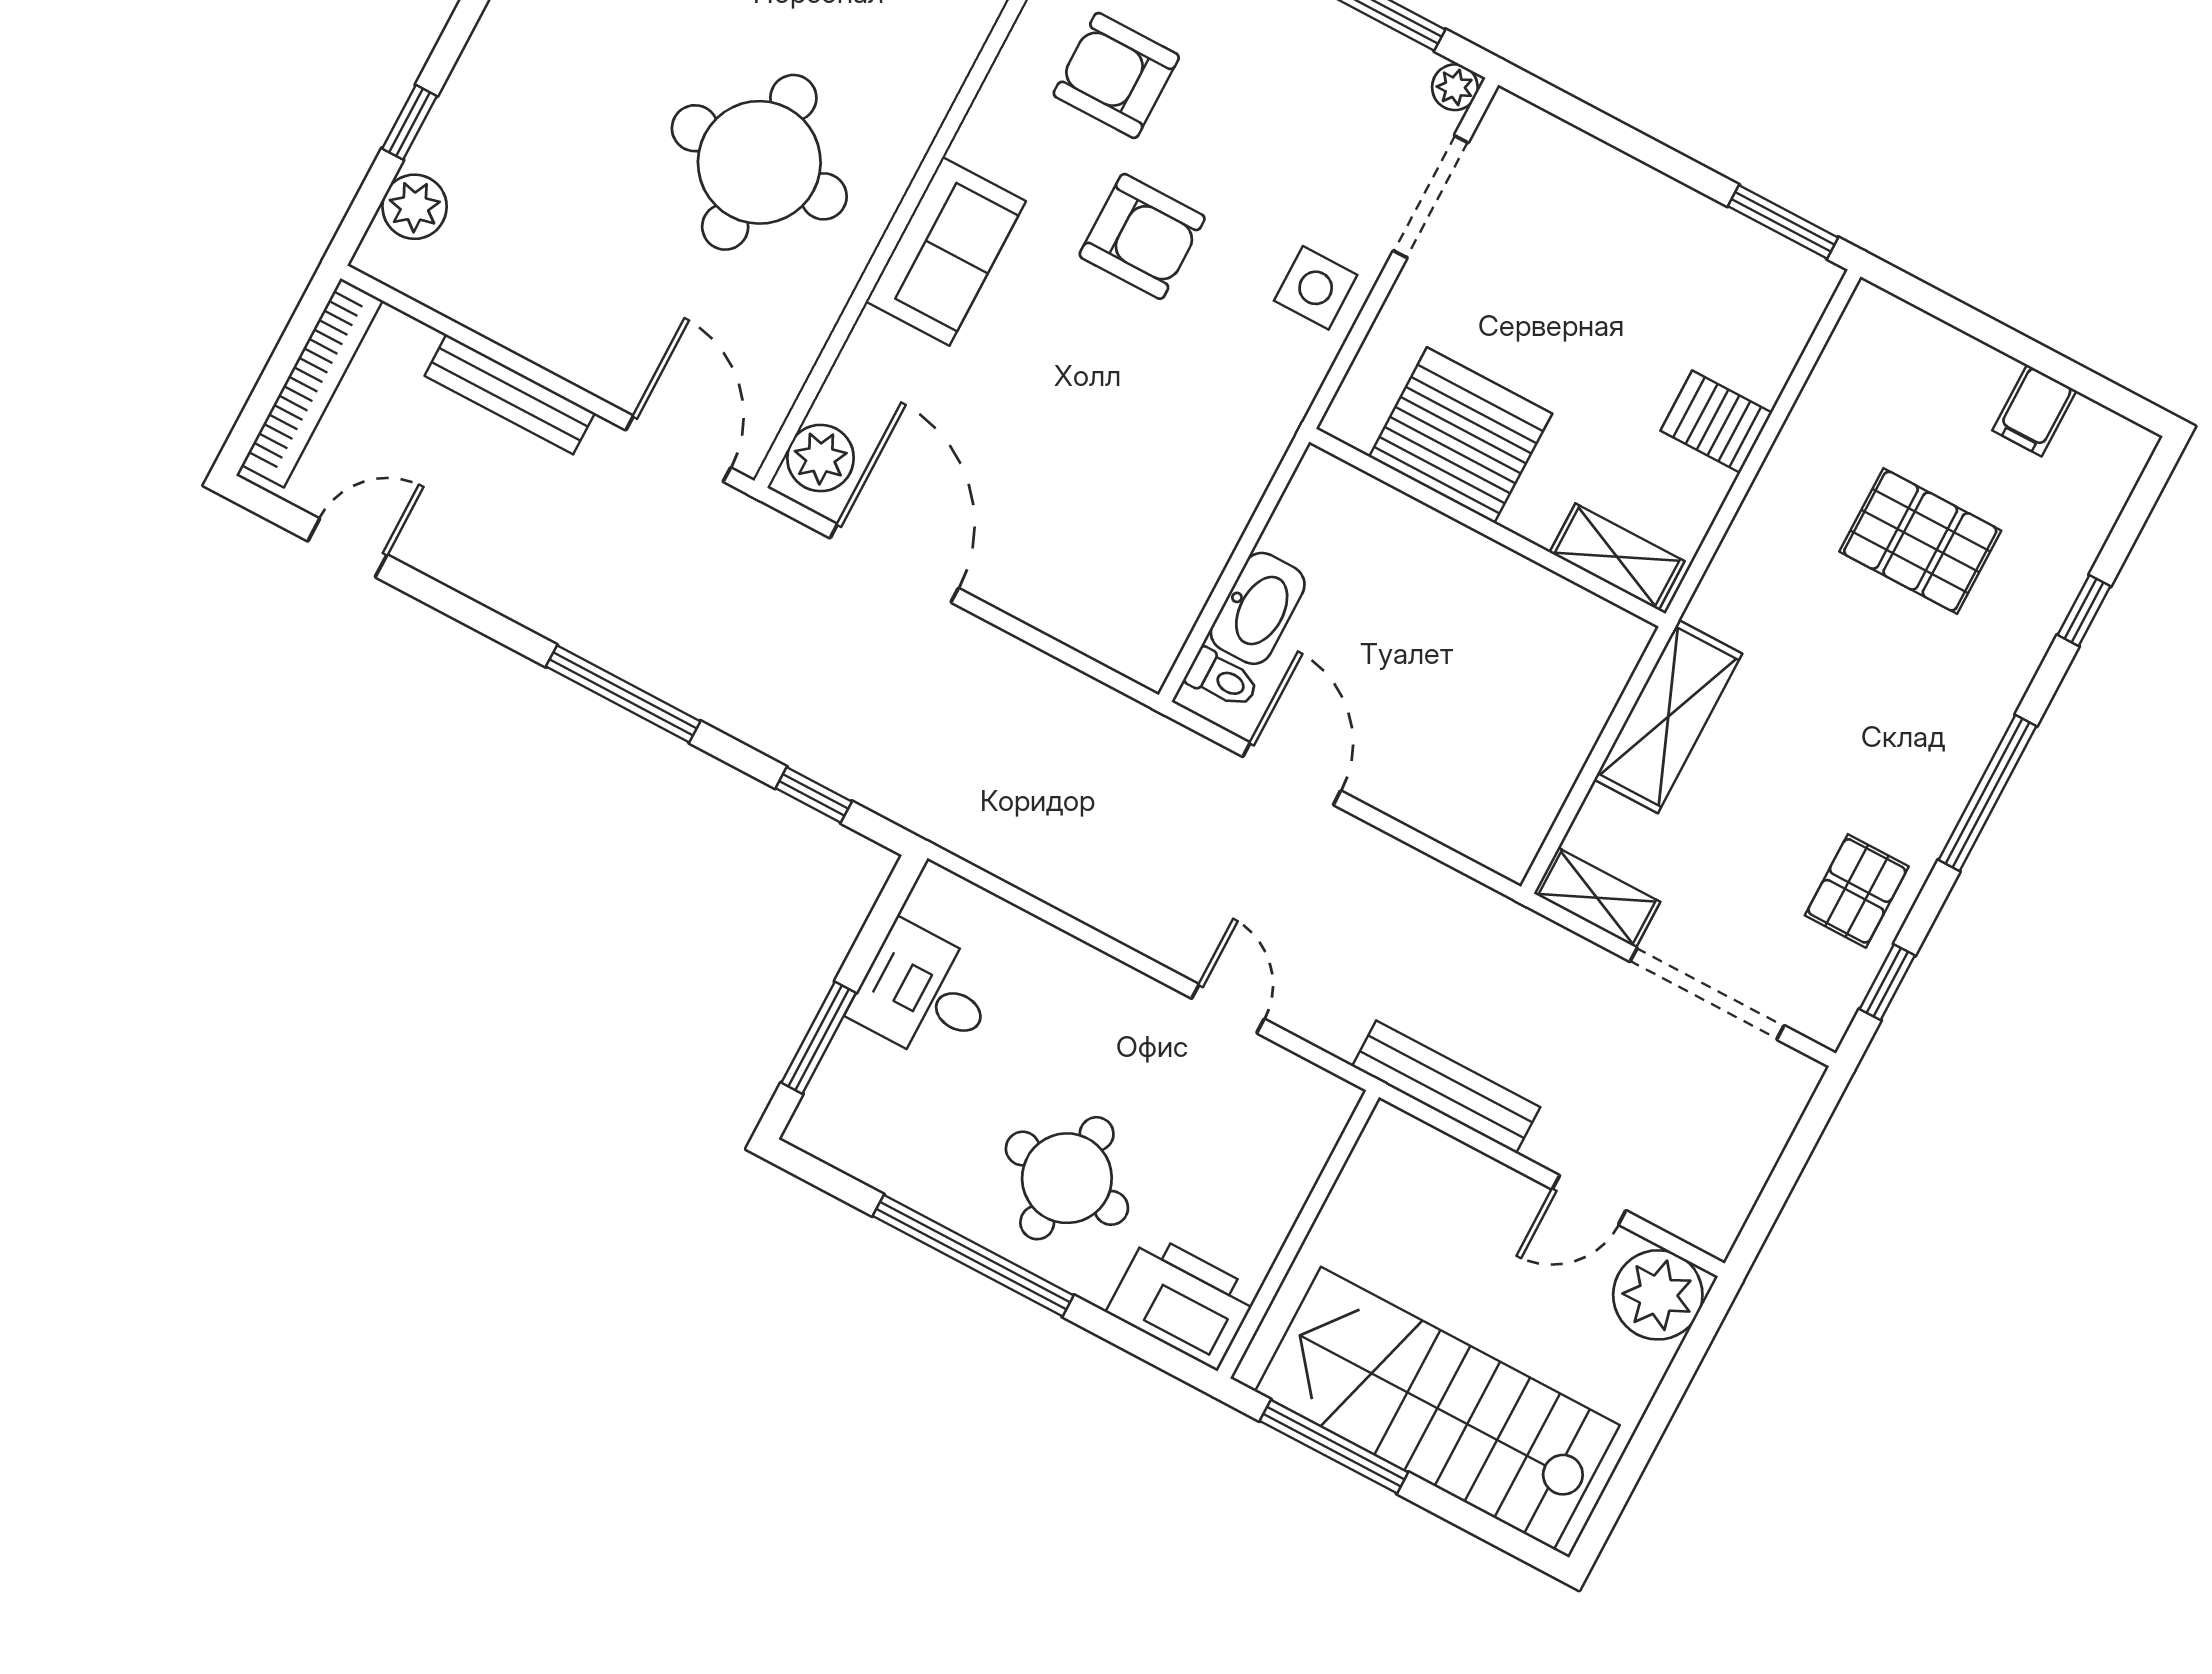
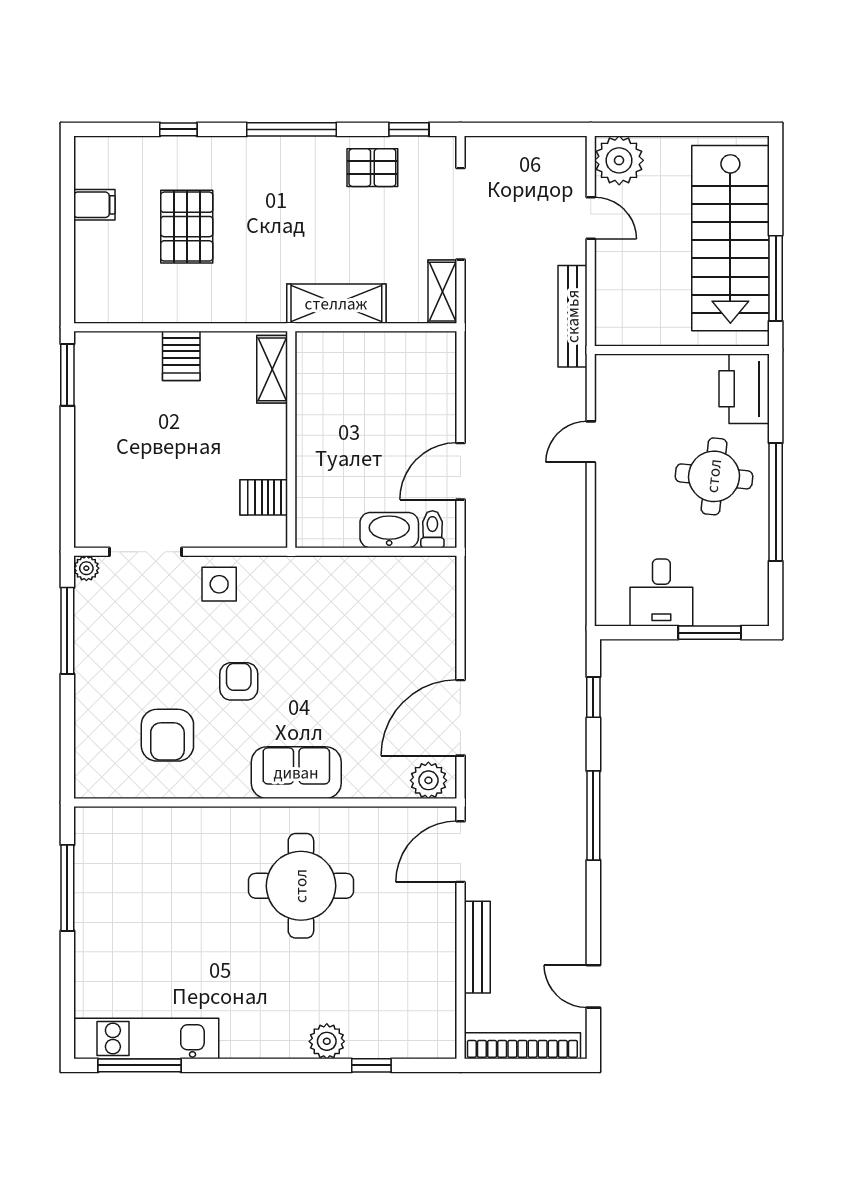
plant: (415, 207) -> (327, 1041), moved
armchair: (1142, 236) -> (239, 681), width x0.72, depth x0.72
server rack: (1461, 435) -> (264, 497), width x0.46, depth x0.70

